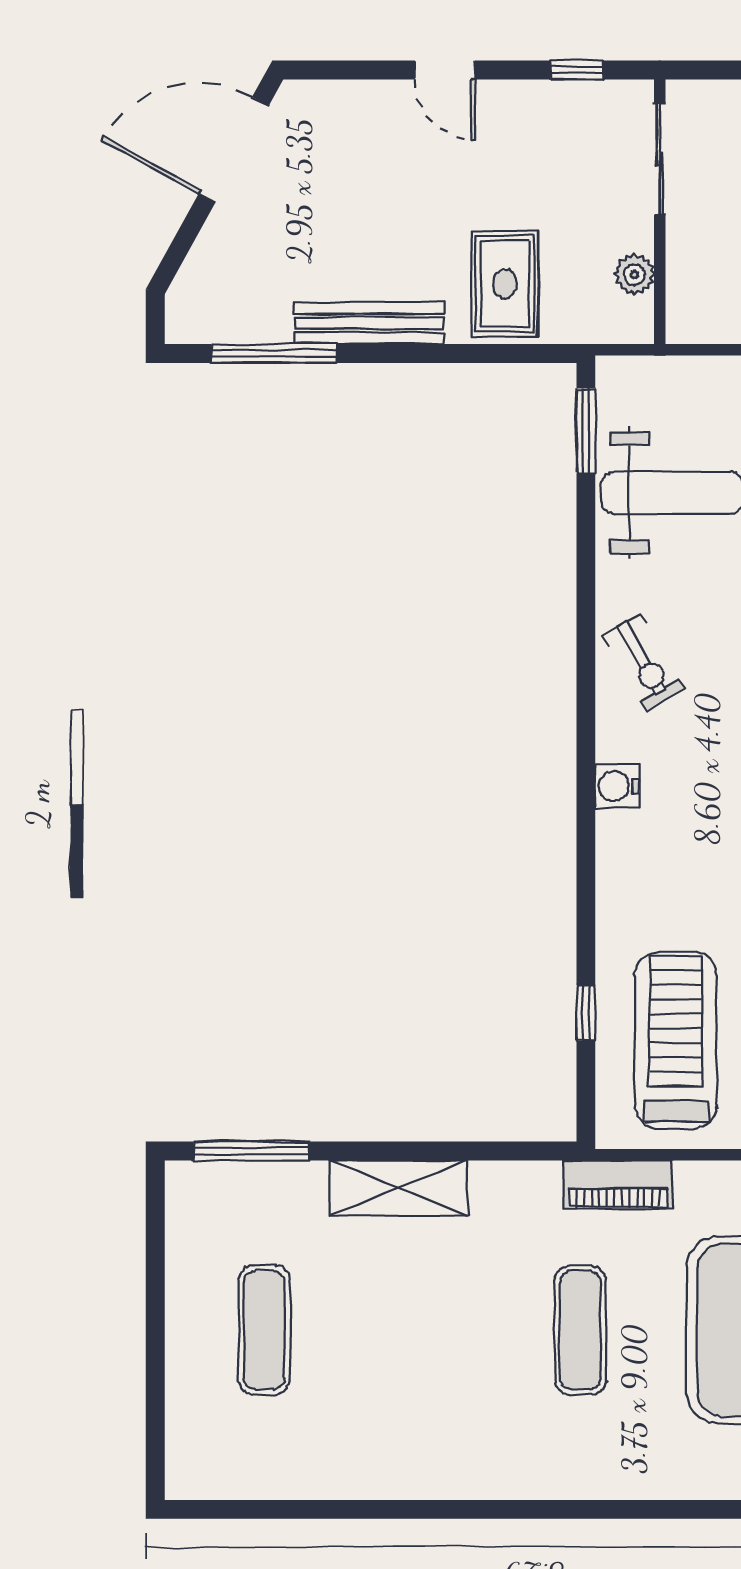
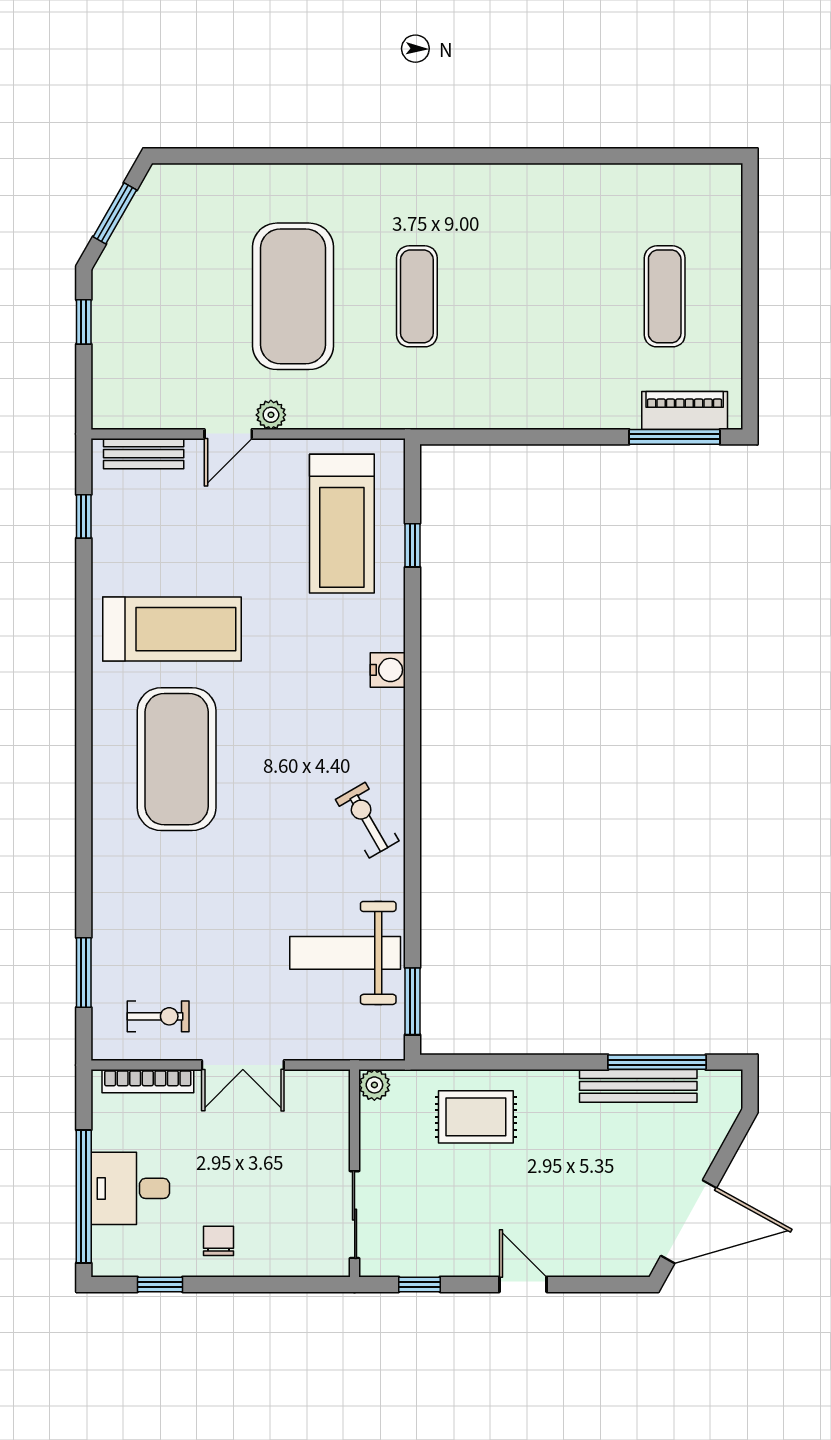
plant: (634, 275) -> (374, 1085), moved
rug: (505, 284) -> (476, 1117), turned 90
bench: (369, 323) -> (638, 1086), moved
water cooler: (617, 786) -> (388, 670), moved
piano: (618, 1185) -> (685, 410), moved
shelving: (398, 1188) -> (560, 408), removed

